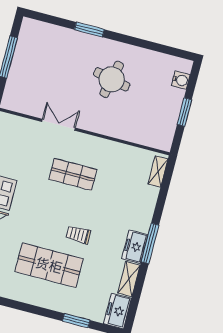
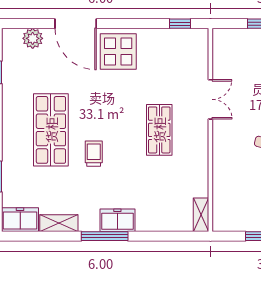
shelving: (158, 172) -> (201, 215), moved, turned 90
freezer: (135, 247) -> (117, 220), moved

